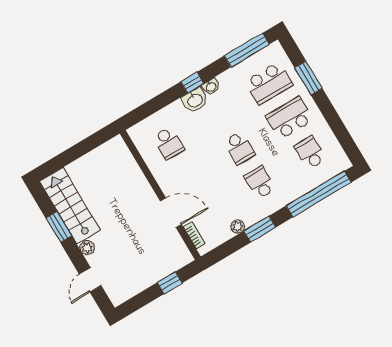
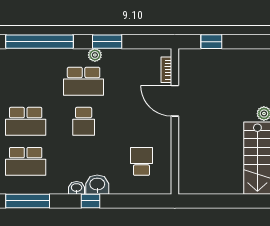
school desk: (269, 83) -> (26, 161), turned 180
school desk: (239, 148) -> (84, 121), turned 180
school desk: (310, 153) -> (26, 81), removed
school desk: (260, 183) -> (84, 81), width x1.85
plant: (238, 227) -> (95, 55), moved

